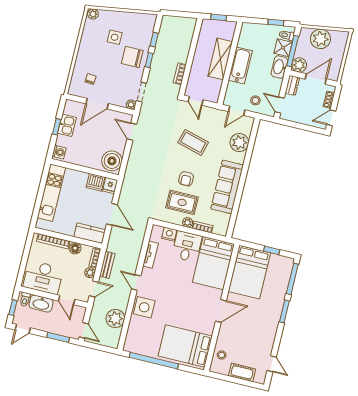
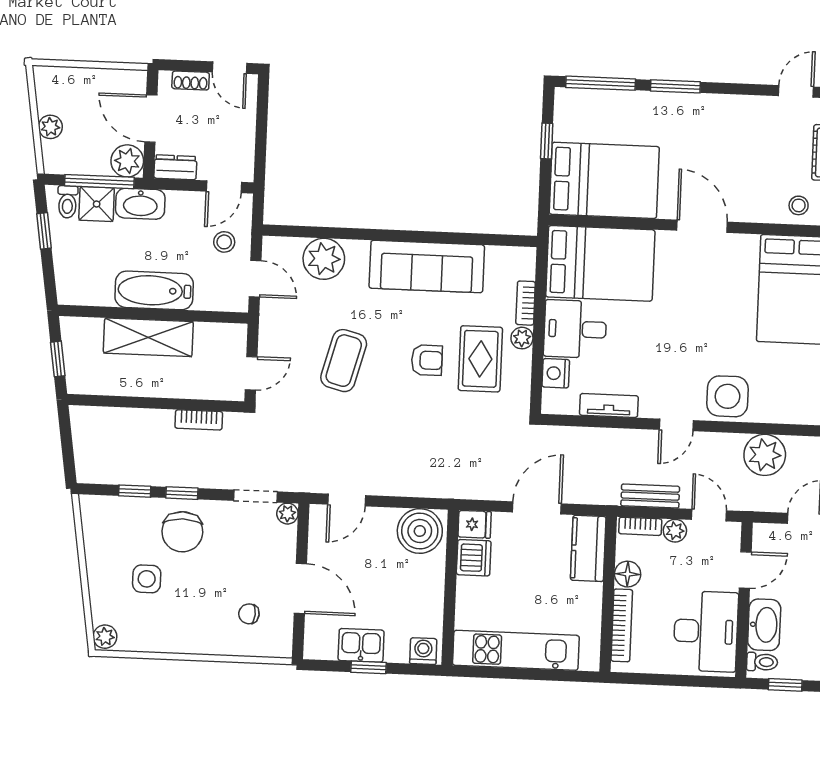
plant: (320, 39) -> (50, 127), width x0.53, depth x0.53

